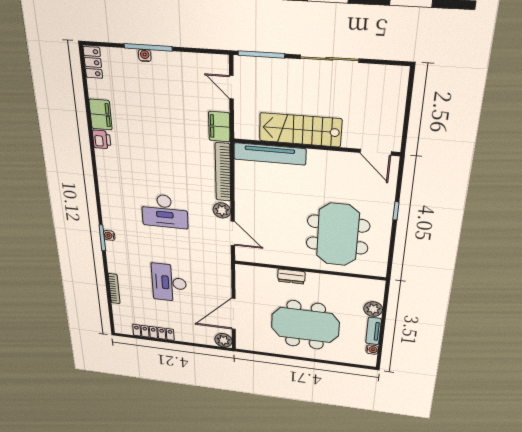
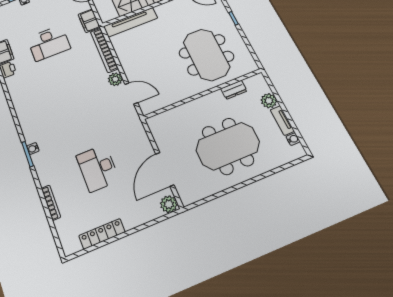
desk: (165, 211) -> (49, 43), moved
dresser: (291, 276) -> (234, 90), moved

